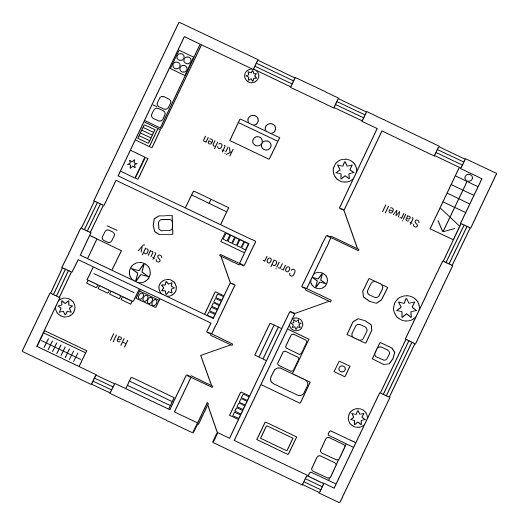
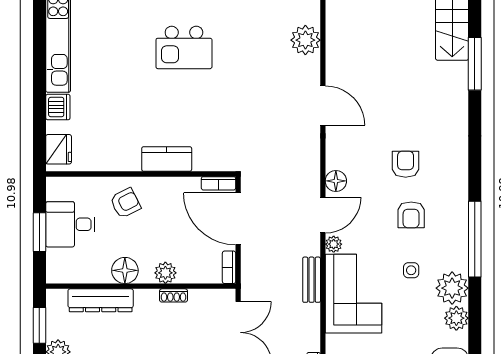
desk: (104, 246) -> (70, 224), moved, turned 90
door: (237, 274) -> (238, 219), width x1.87
shoe rack: (148, 298) -> (174, 295), moved
plant: (407, 308) -> (452, 288), moved
armchair: (384, 355) -> (452, 230), removed

